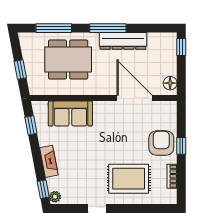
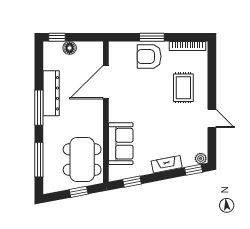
dining table: (68, 60) -> (82, 160), moved
floor lamp: (170, 83) -> (70, 48), moved
window: (181, 146) -> (152, 37), width x1.50
bookcase: (172, 176) -> (188, 46), width x1.56
rug: (129, 179) -> (183, 88), width x0.73, depth x0.70

